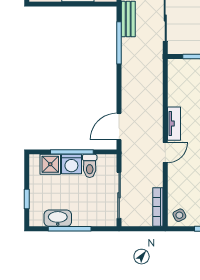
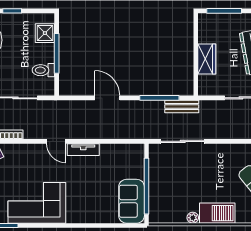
door: (119, 127) -> (107, 98), moved
washing machine: (71, 164) -> (45, 53), removed

